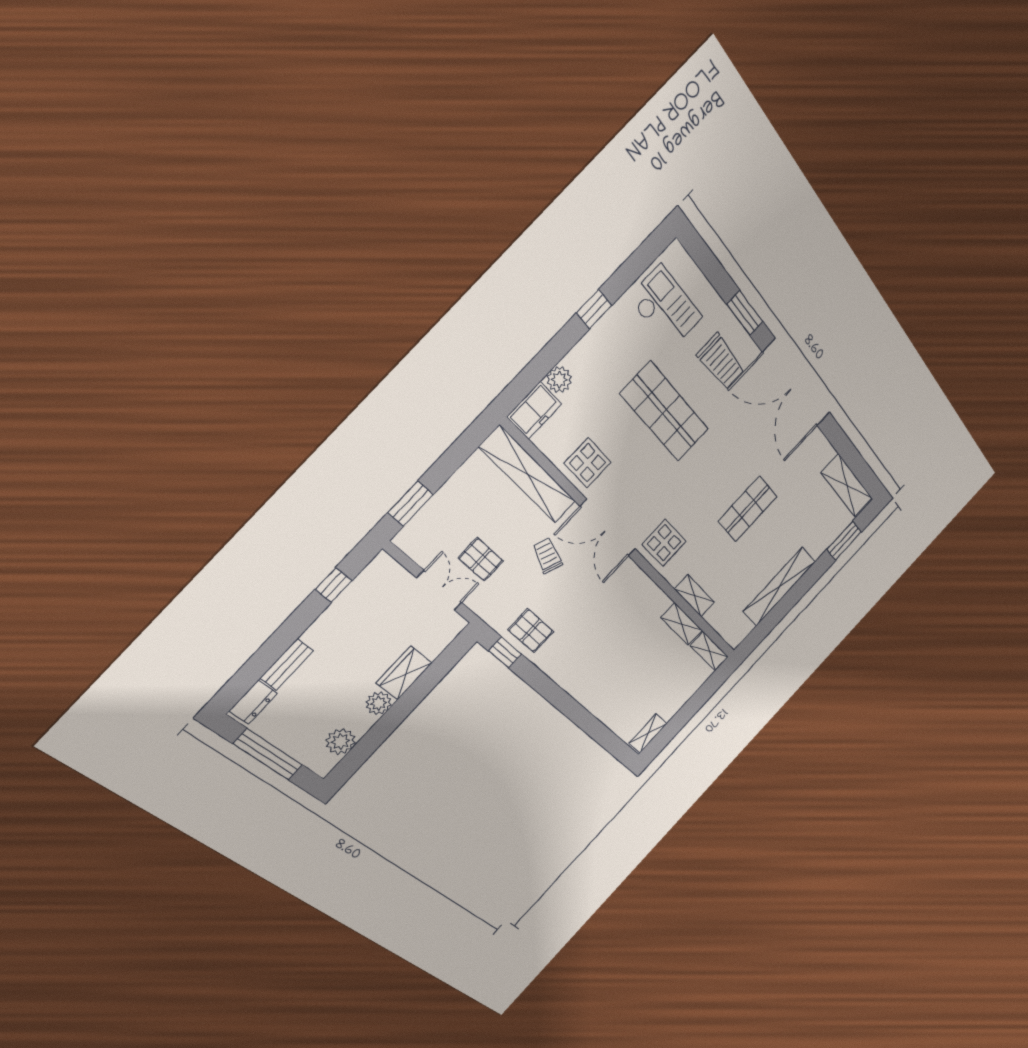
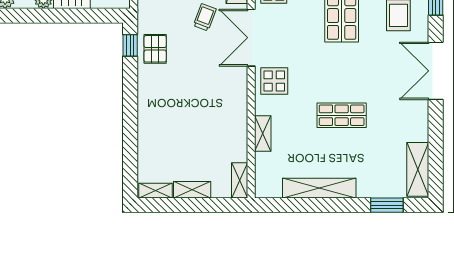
double door: (797, 383) -> (436, 71), width x0.73
shelving: (682, 624) -> (192, 190), moved, turned 90

